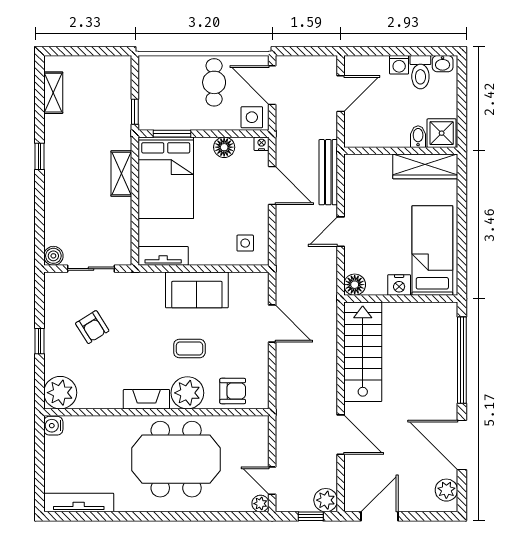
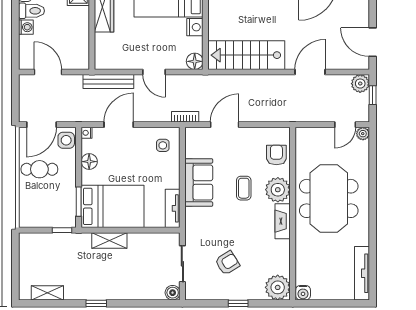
bidet: (418, 137) -> (81, 13), removed
bookcase: (282, 272) -> (185, 117), added

